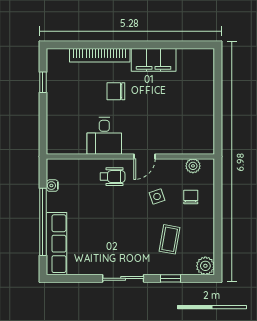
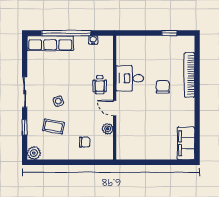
filing cabinet: (154, 60) -> (186, 143), moved
plant: (193, 166) -> (108, 129), moved
side table: (157, 196) -> (58, 101), moved

